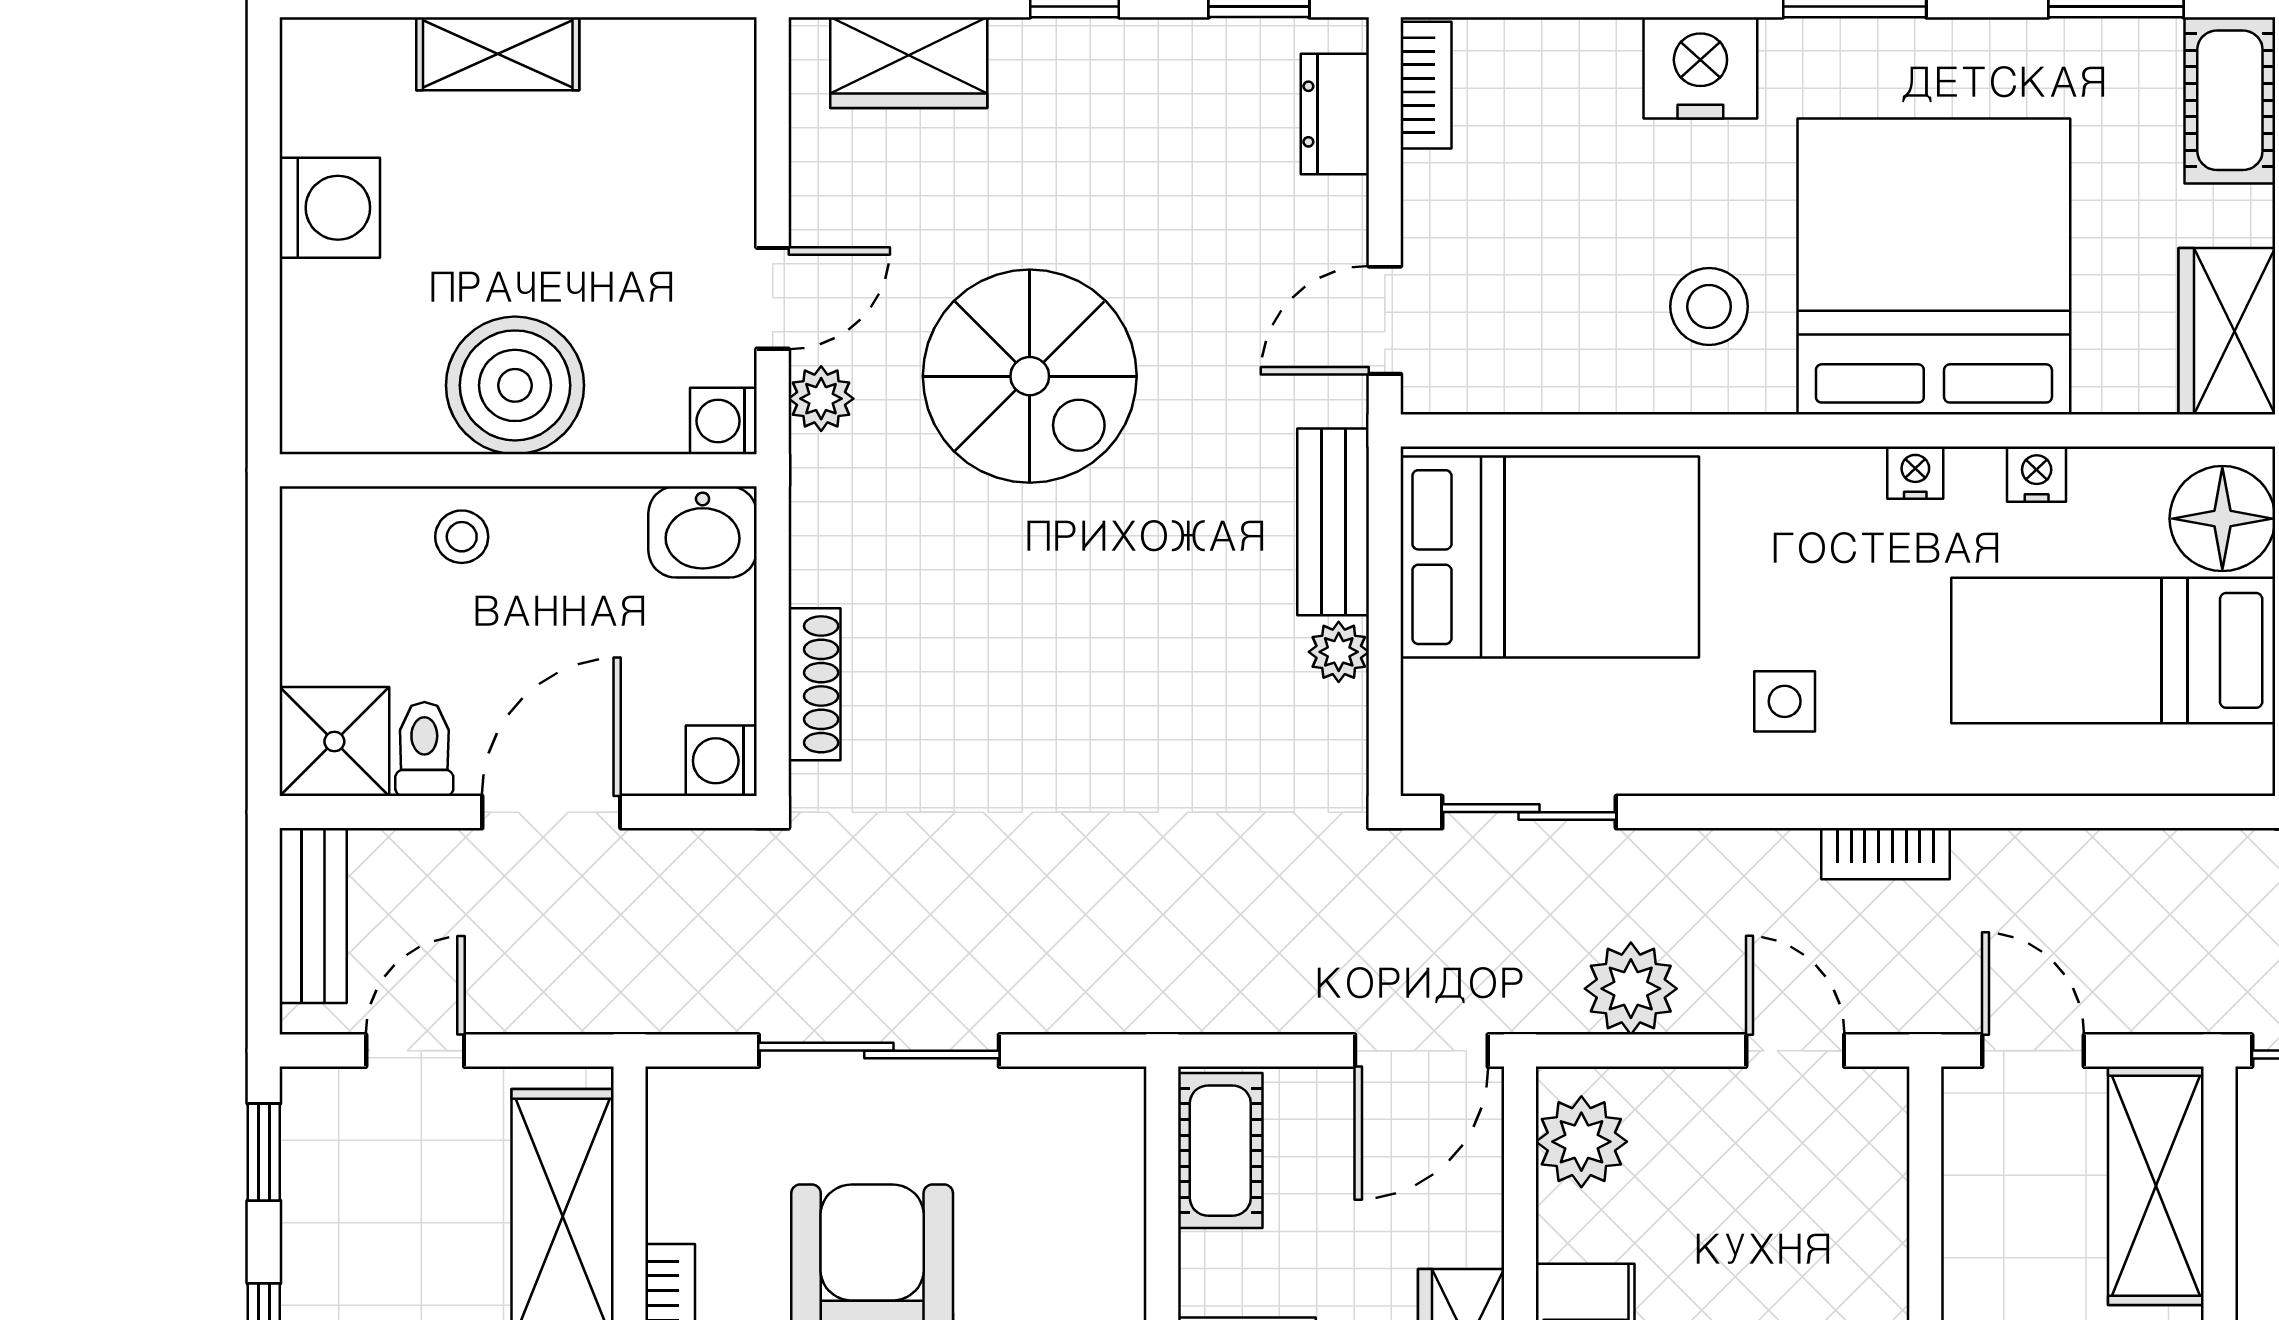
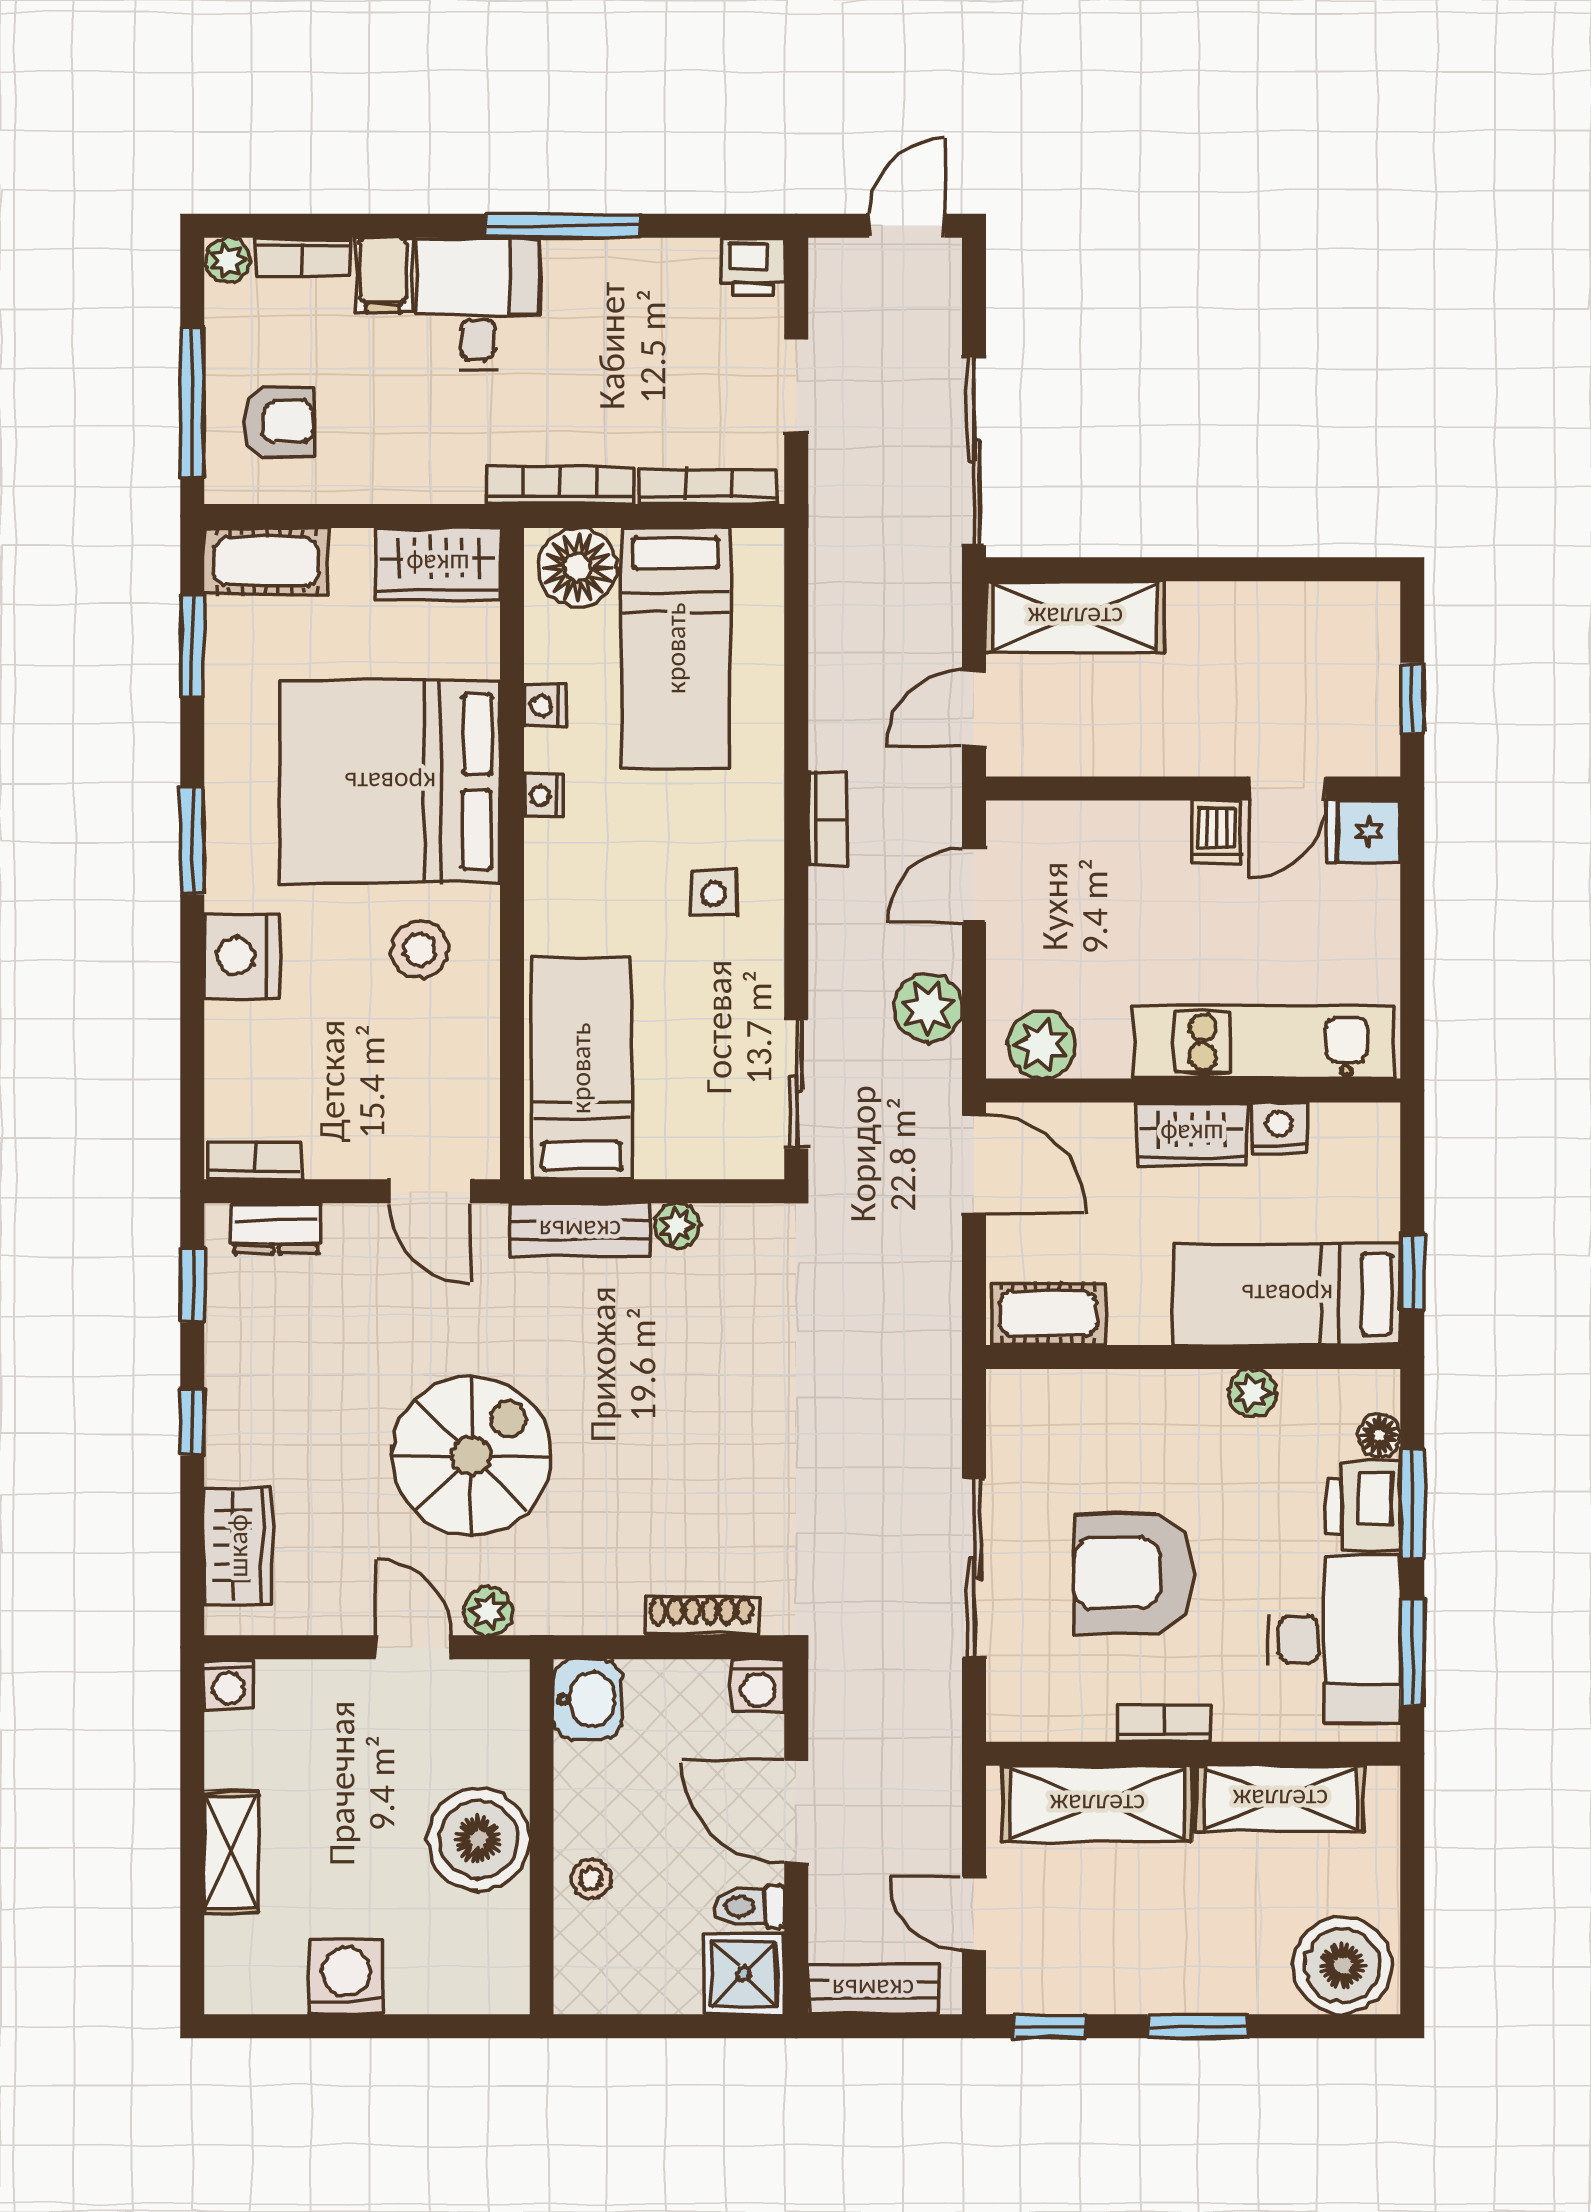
washing machine: (723, 421) -> (229, 1684), moved
bed: (1550, 557) -> (581, 1068), width x0.67

